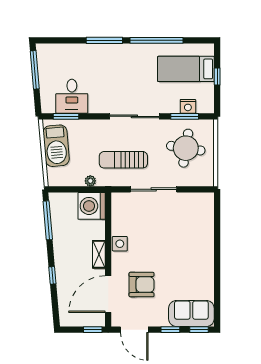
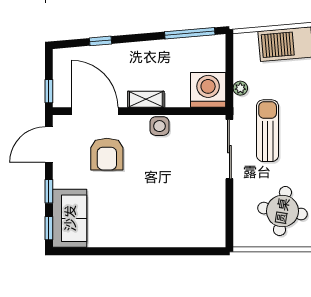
sliding door: (154, 189) -> (229, 149), moved
window: (52, 275) -> (100, 41), moved

